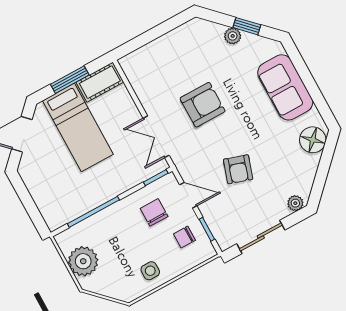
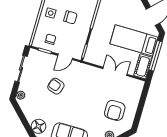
window: (70, 80) -> (155, 56), width x1.44
armchair: (203, 105) -> (115, 110), moved
double door: (156, 137) -> (115, 71), moved
chair: (154, 212) -> (70, 17), moved

